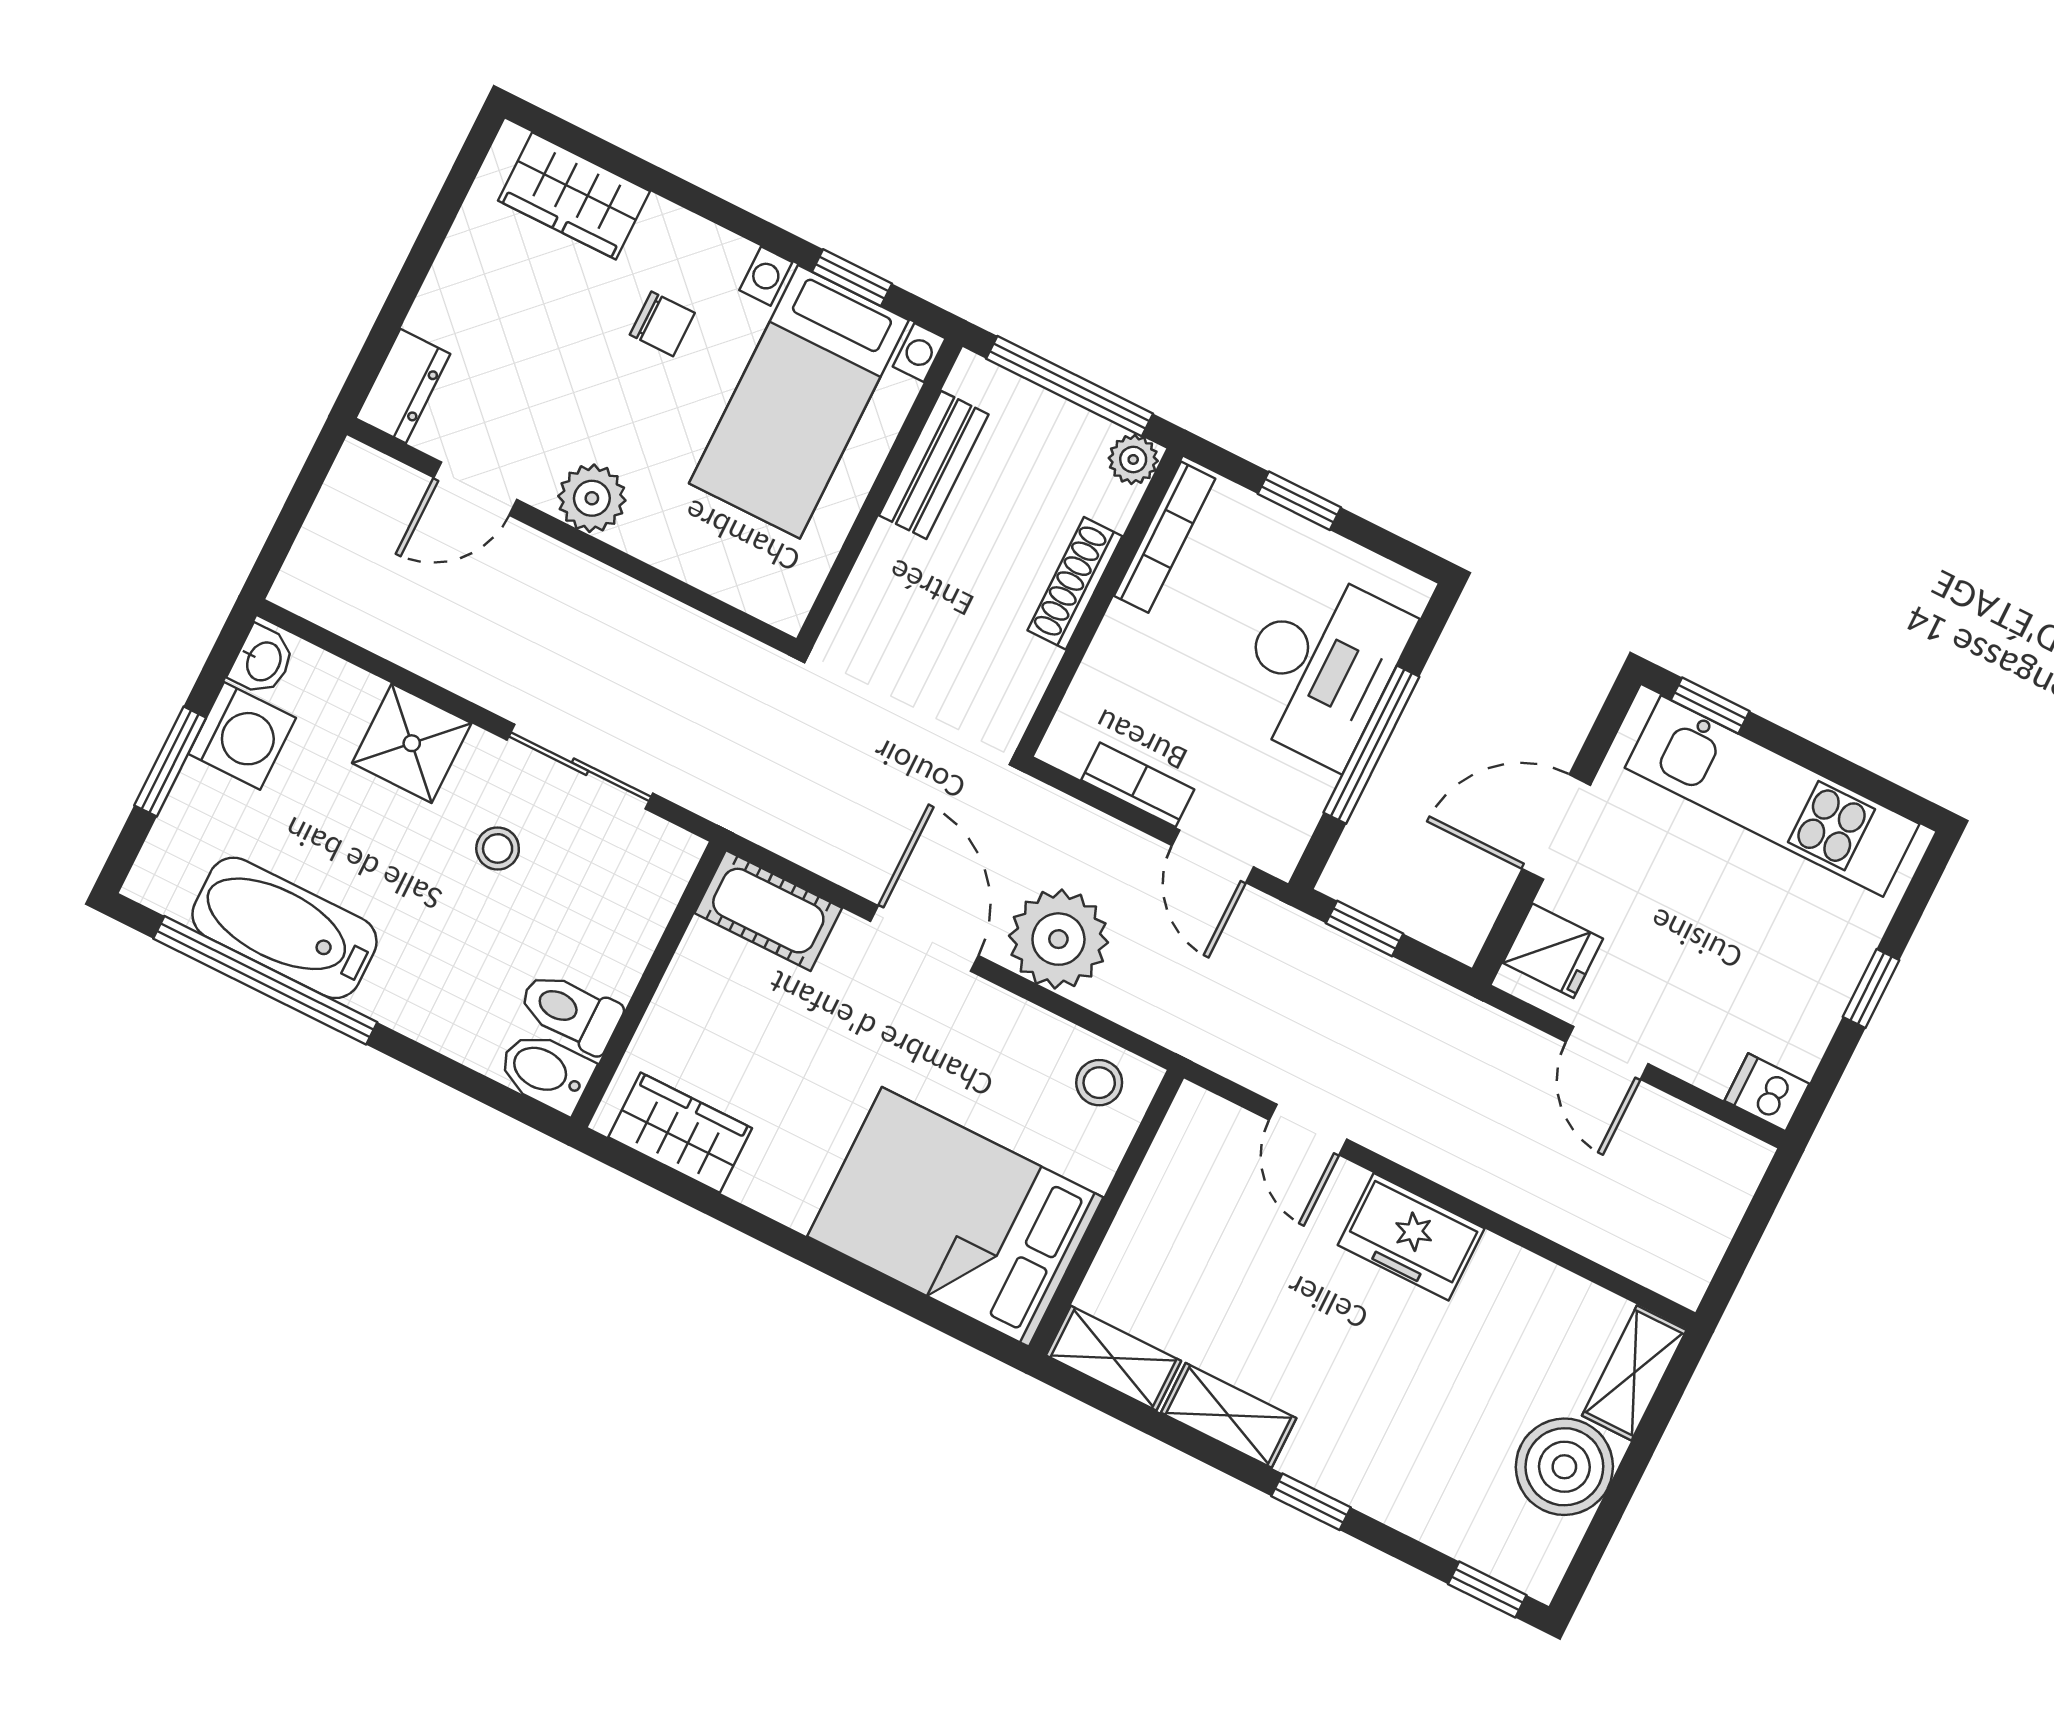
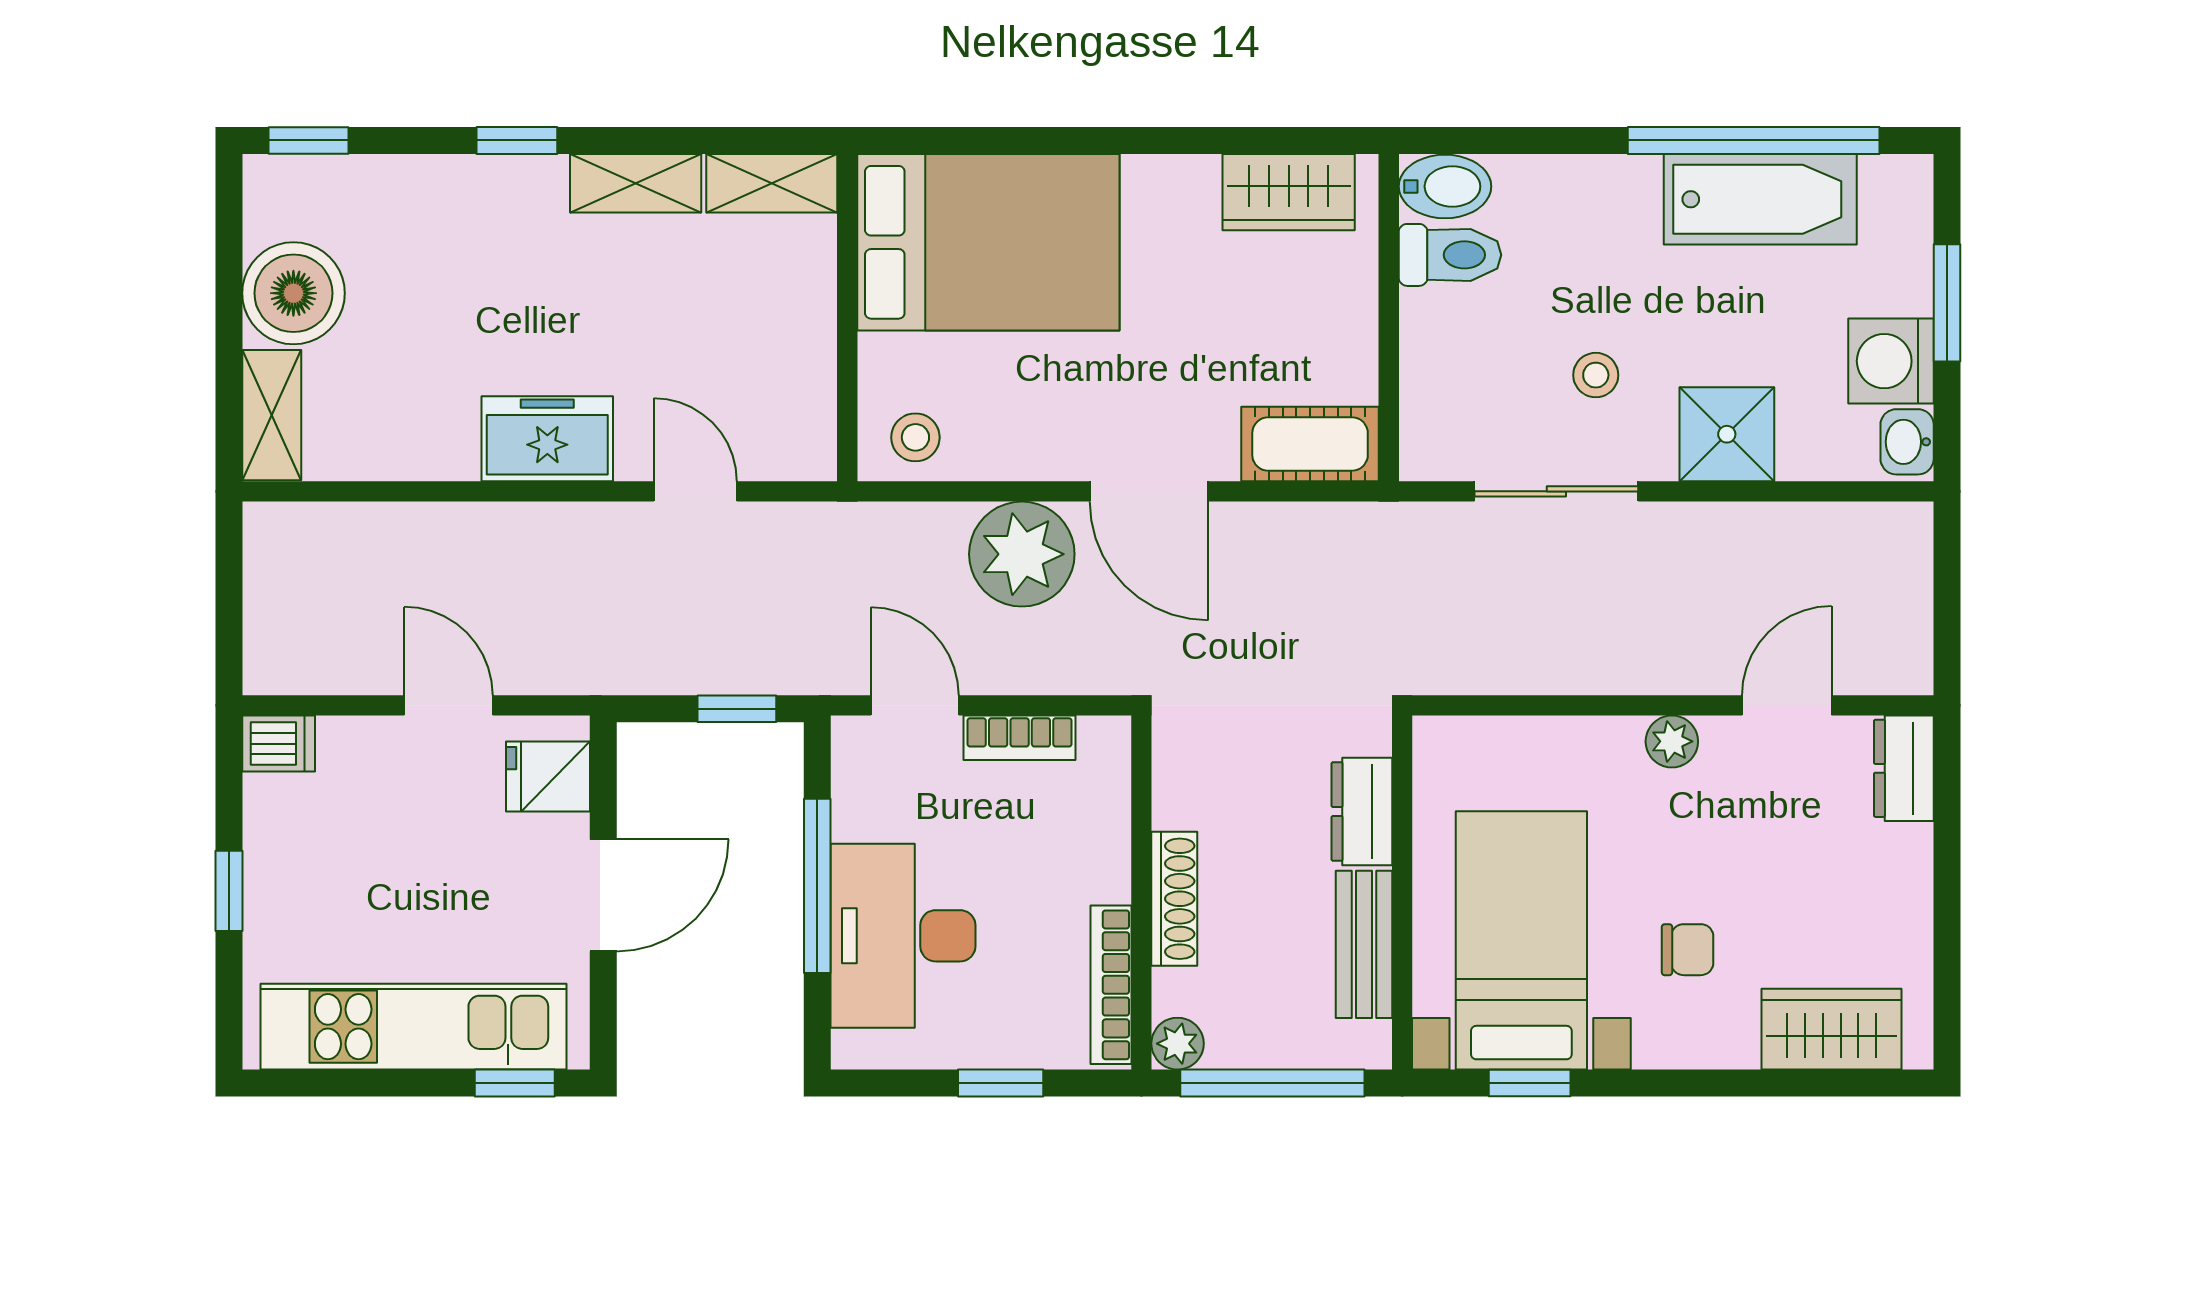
chair: (662, 324) -> (1688, 950), turned 180
plant: (592, 498) -> (1672, 741), width x0.73, depth x0.73
dresser: (879, 578) -> (1362, 811), added

